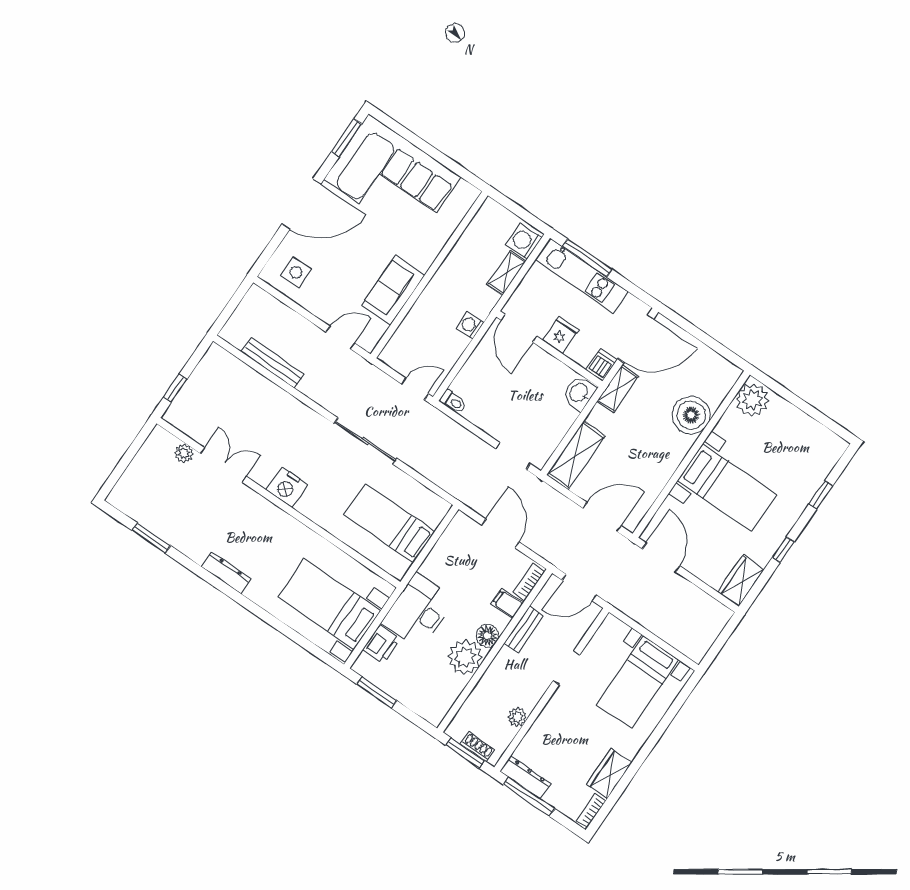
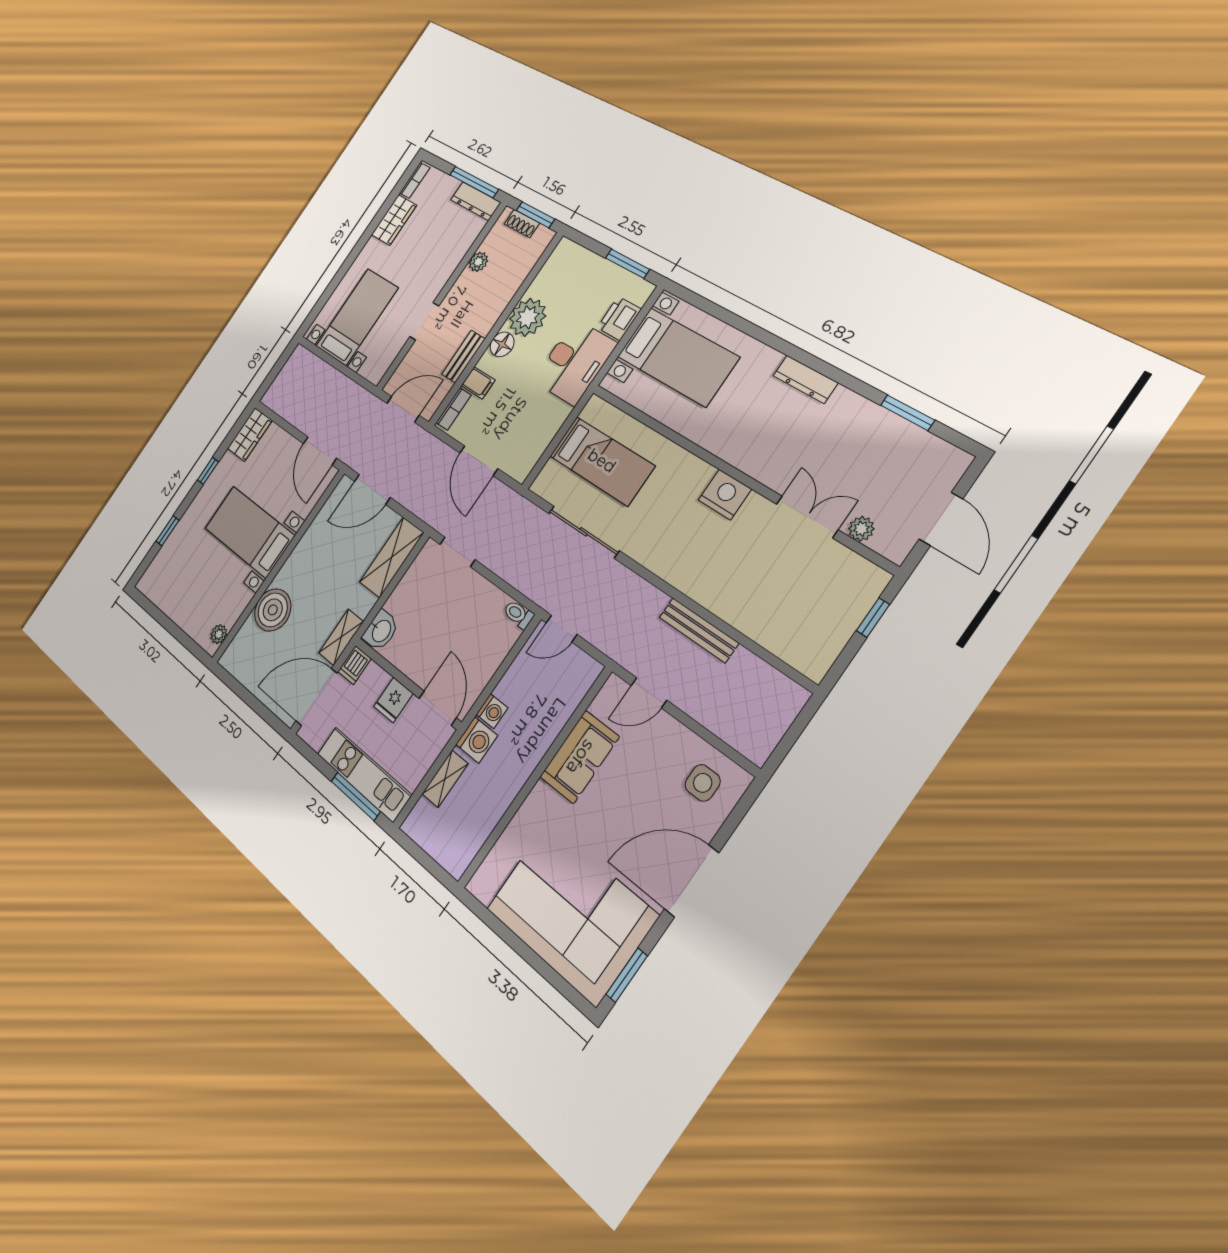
washing machine: (524, 241) -> (477, 740), moved
bench: (273, 363) -> (699, 630), moved
plant: (752, 400) -> (219, 634), width x0.53, depth x0.53
sliding door: (365, 441) -> (583, 532), moved
door: (128, 457) -> (941, 519), added
double door: (223, 465) -> (807, 517), swing flipped

